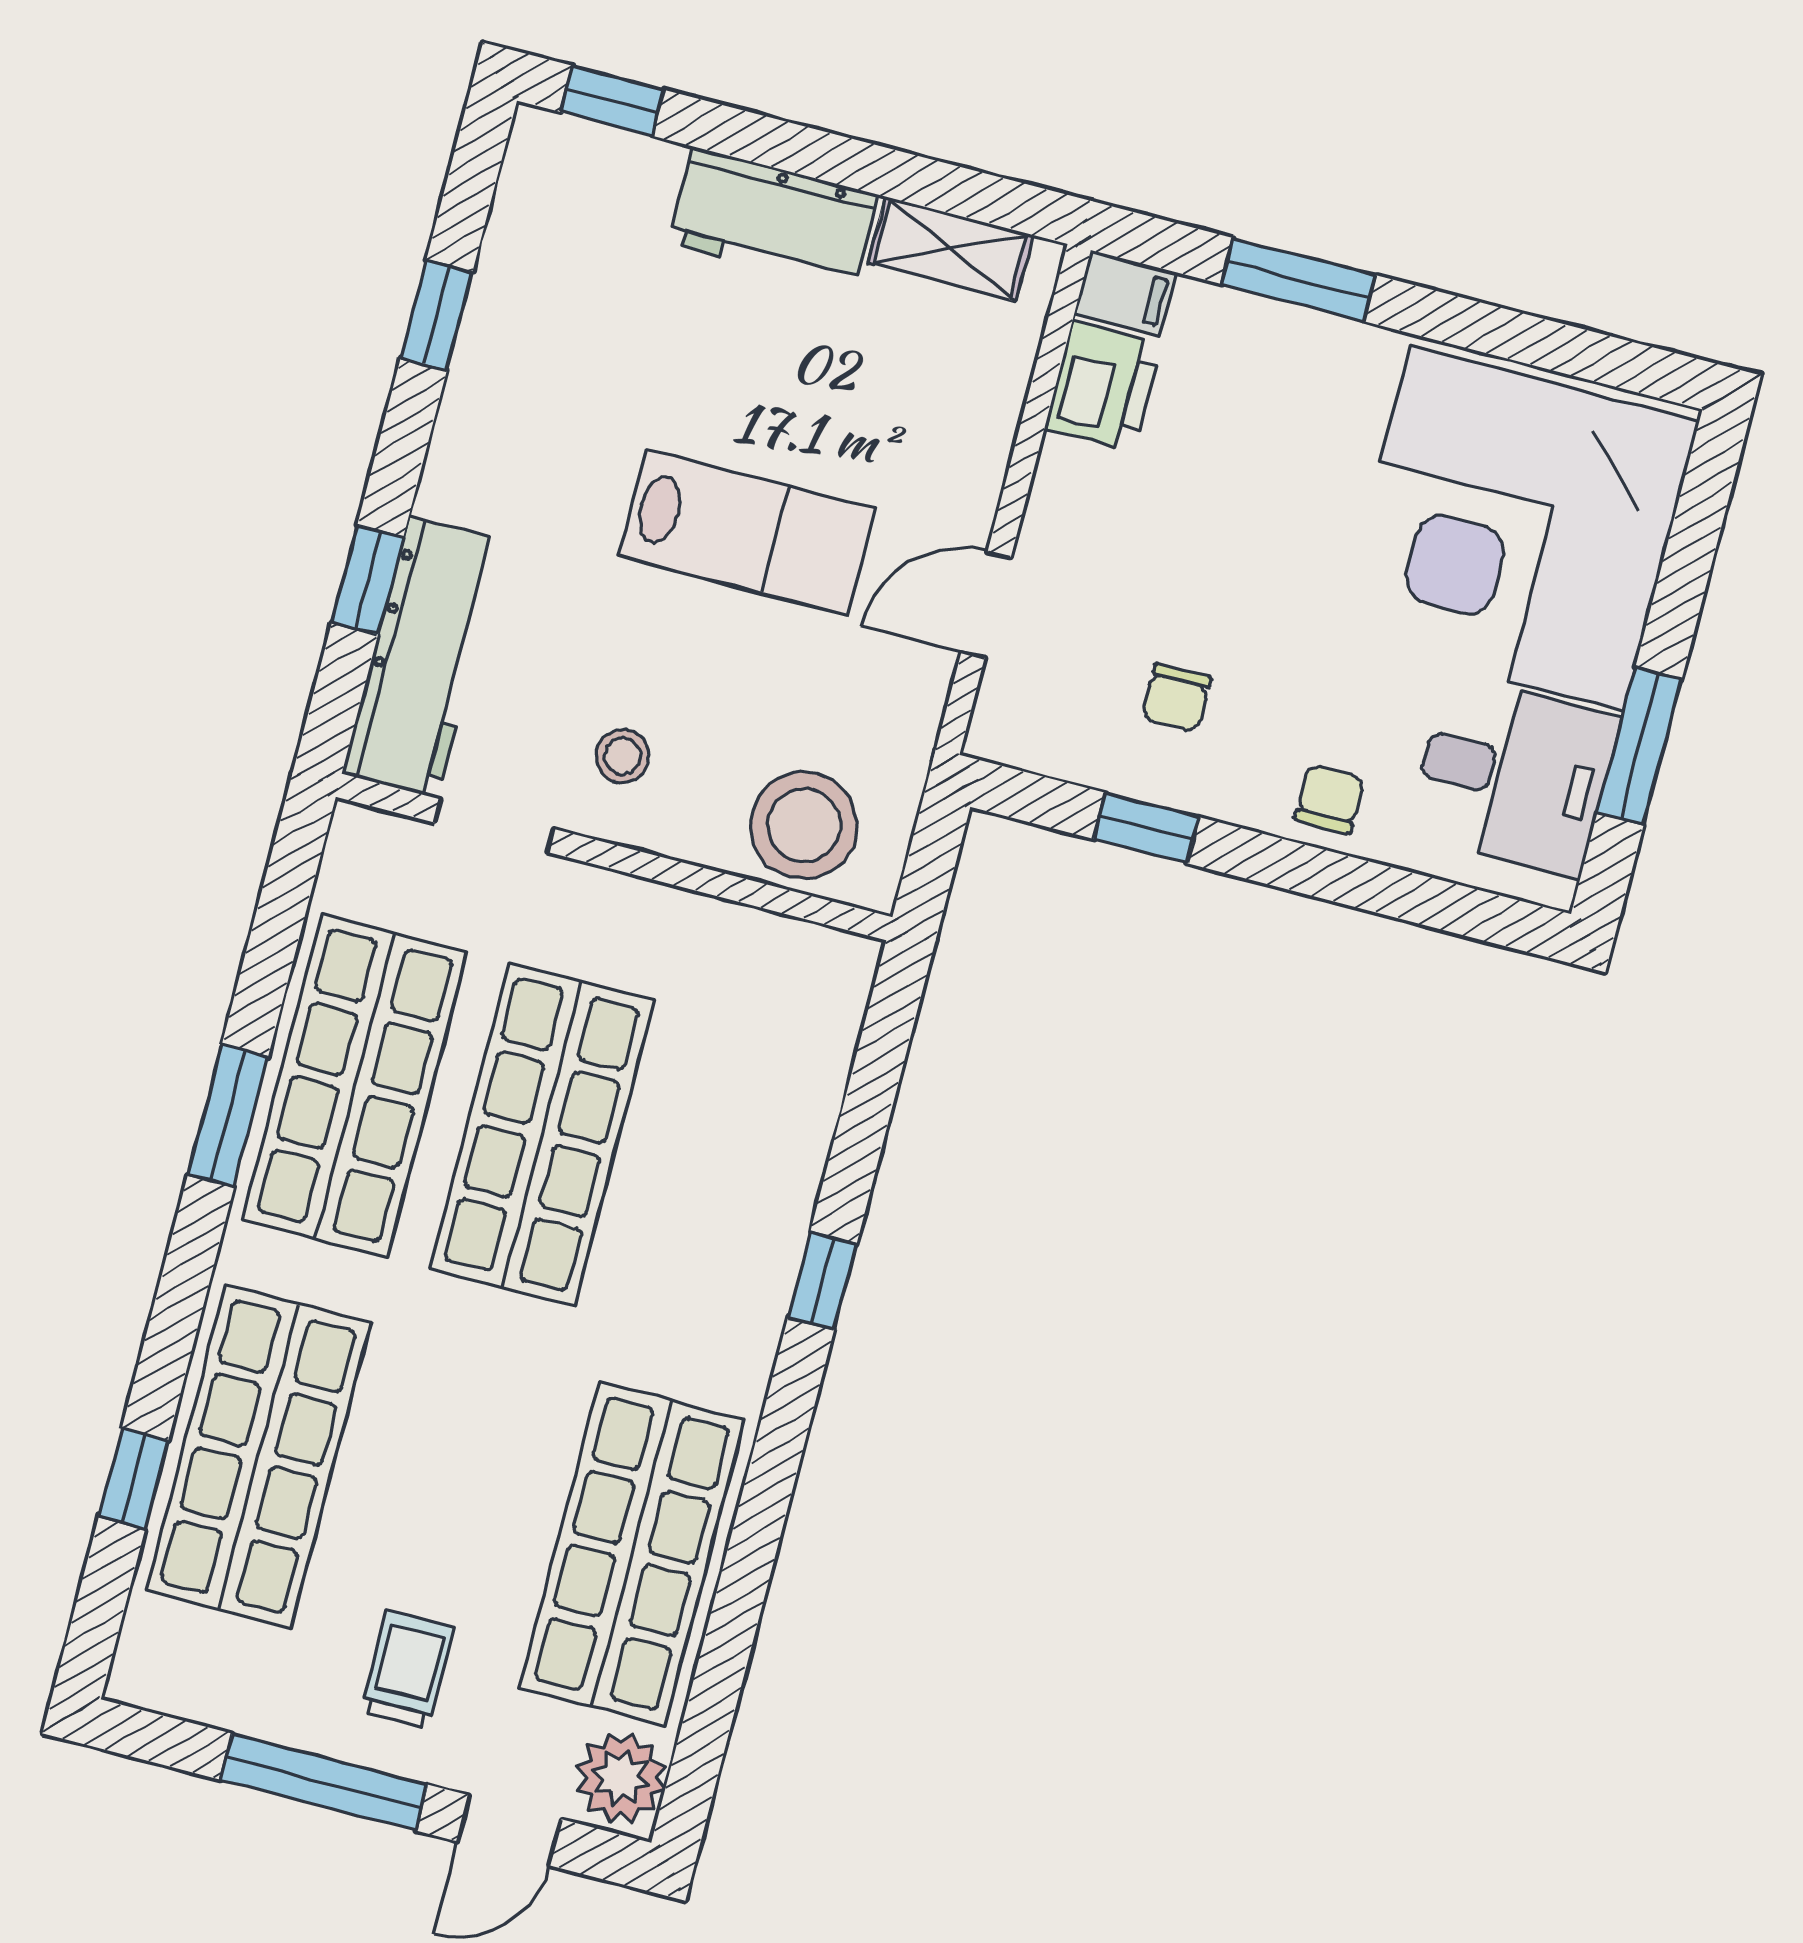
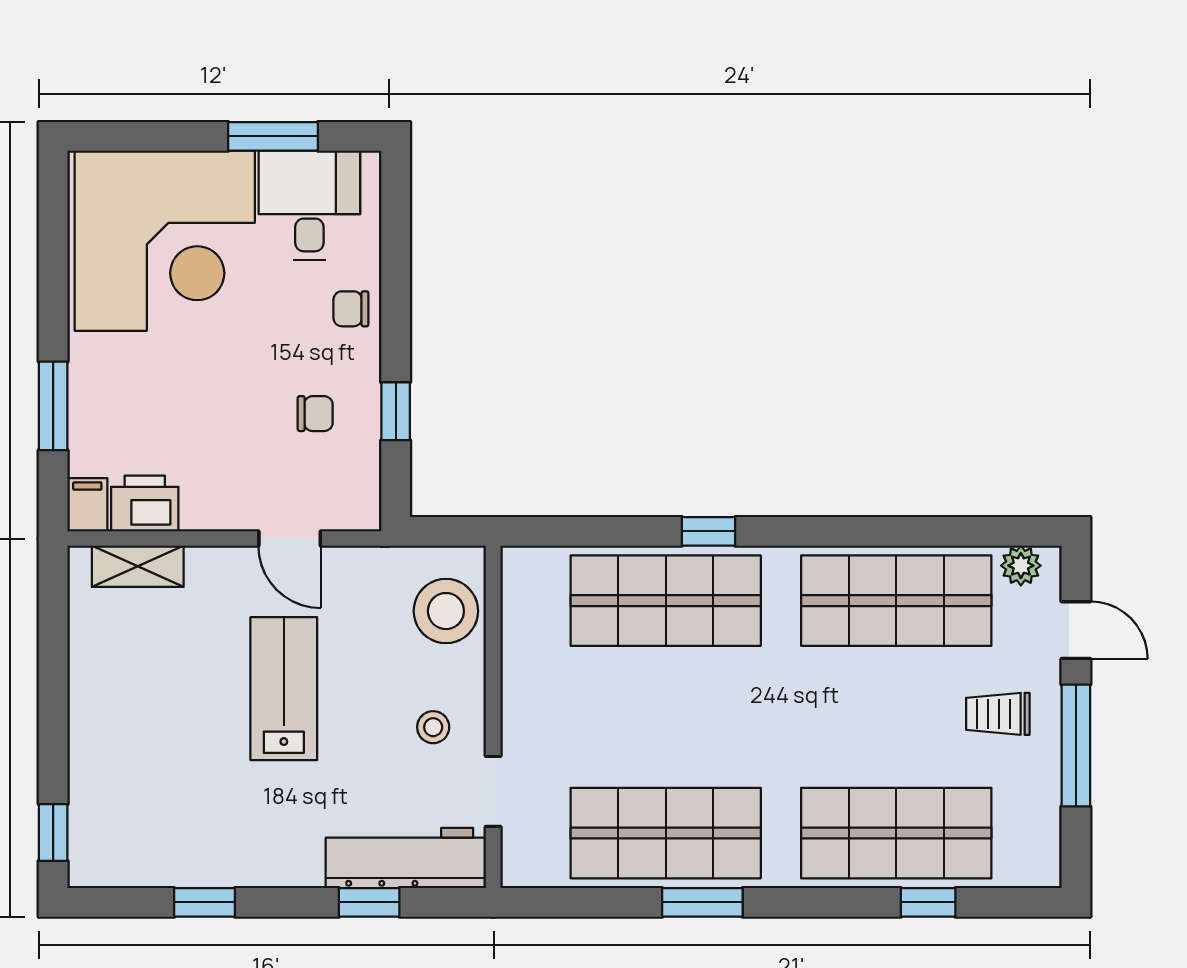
workbench: (773, 219) -> (97, 721), removed
shelving: (950, 249) -> (138, 566), moved, turned 90
shop shelf: (542, 1134) -> (666, 601), moved
plant: (621, 1778) -> (1021, 566), width x0.73, depth x0.73

